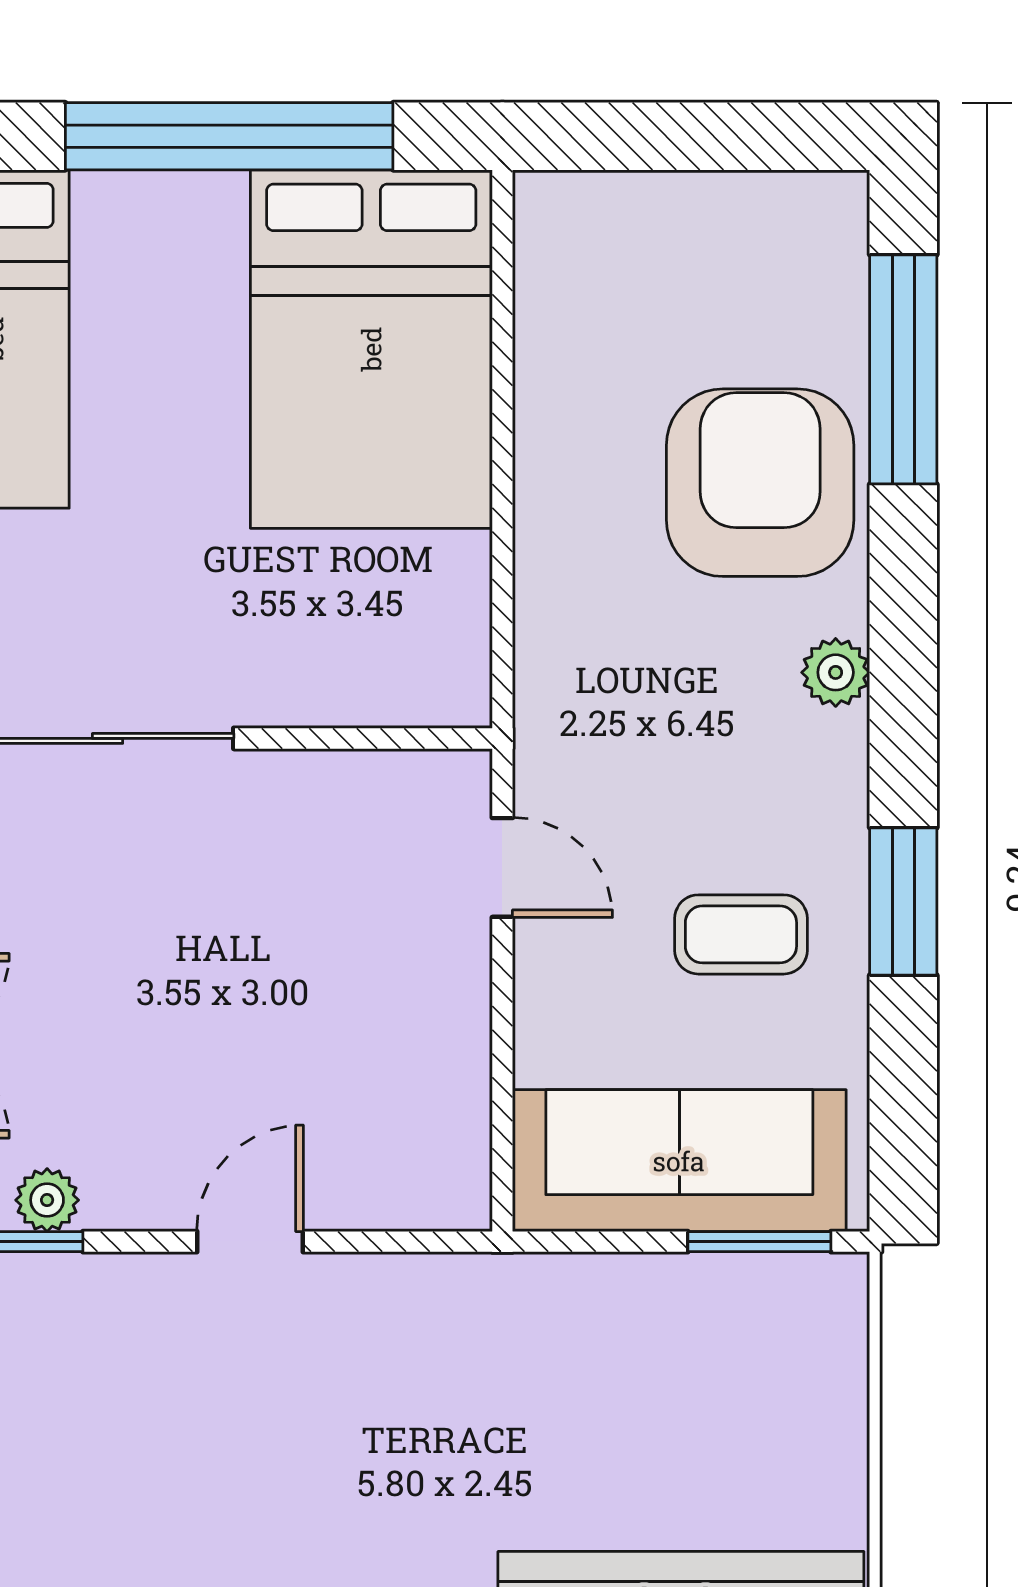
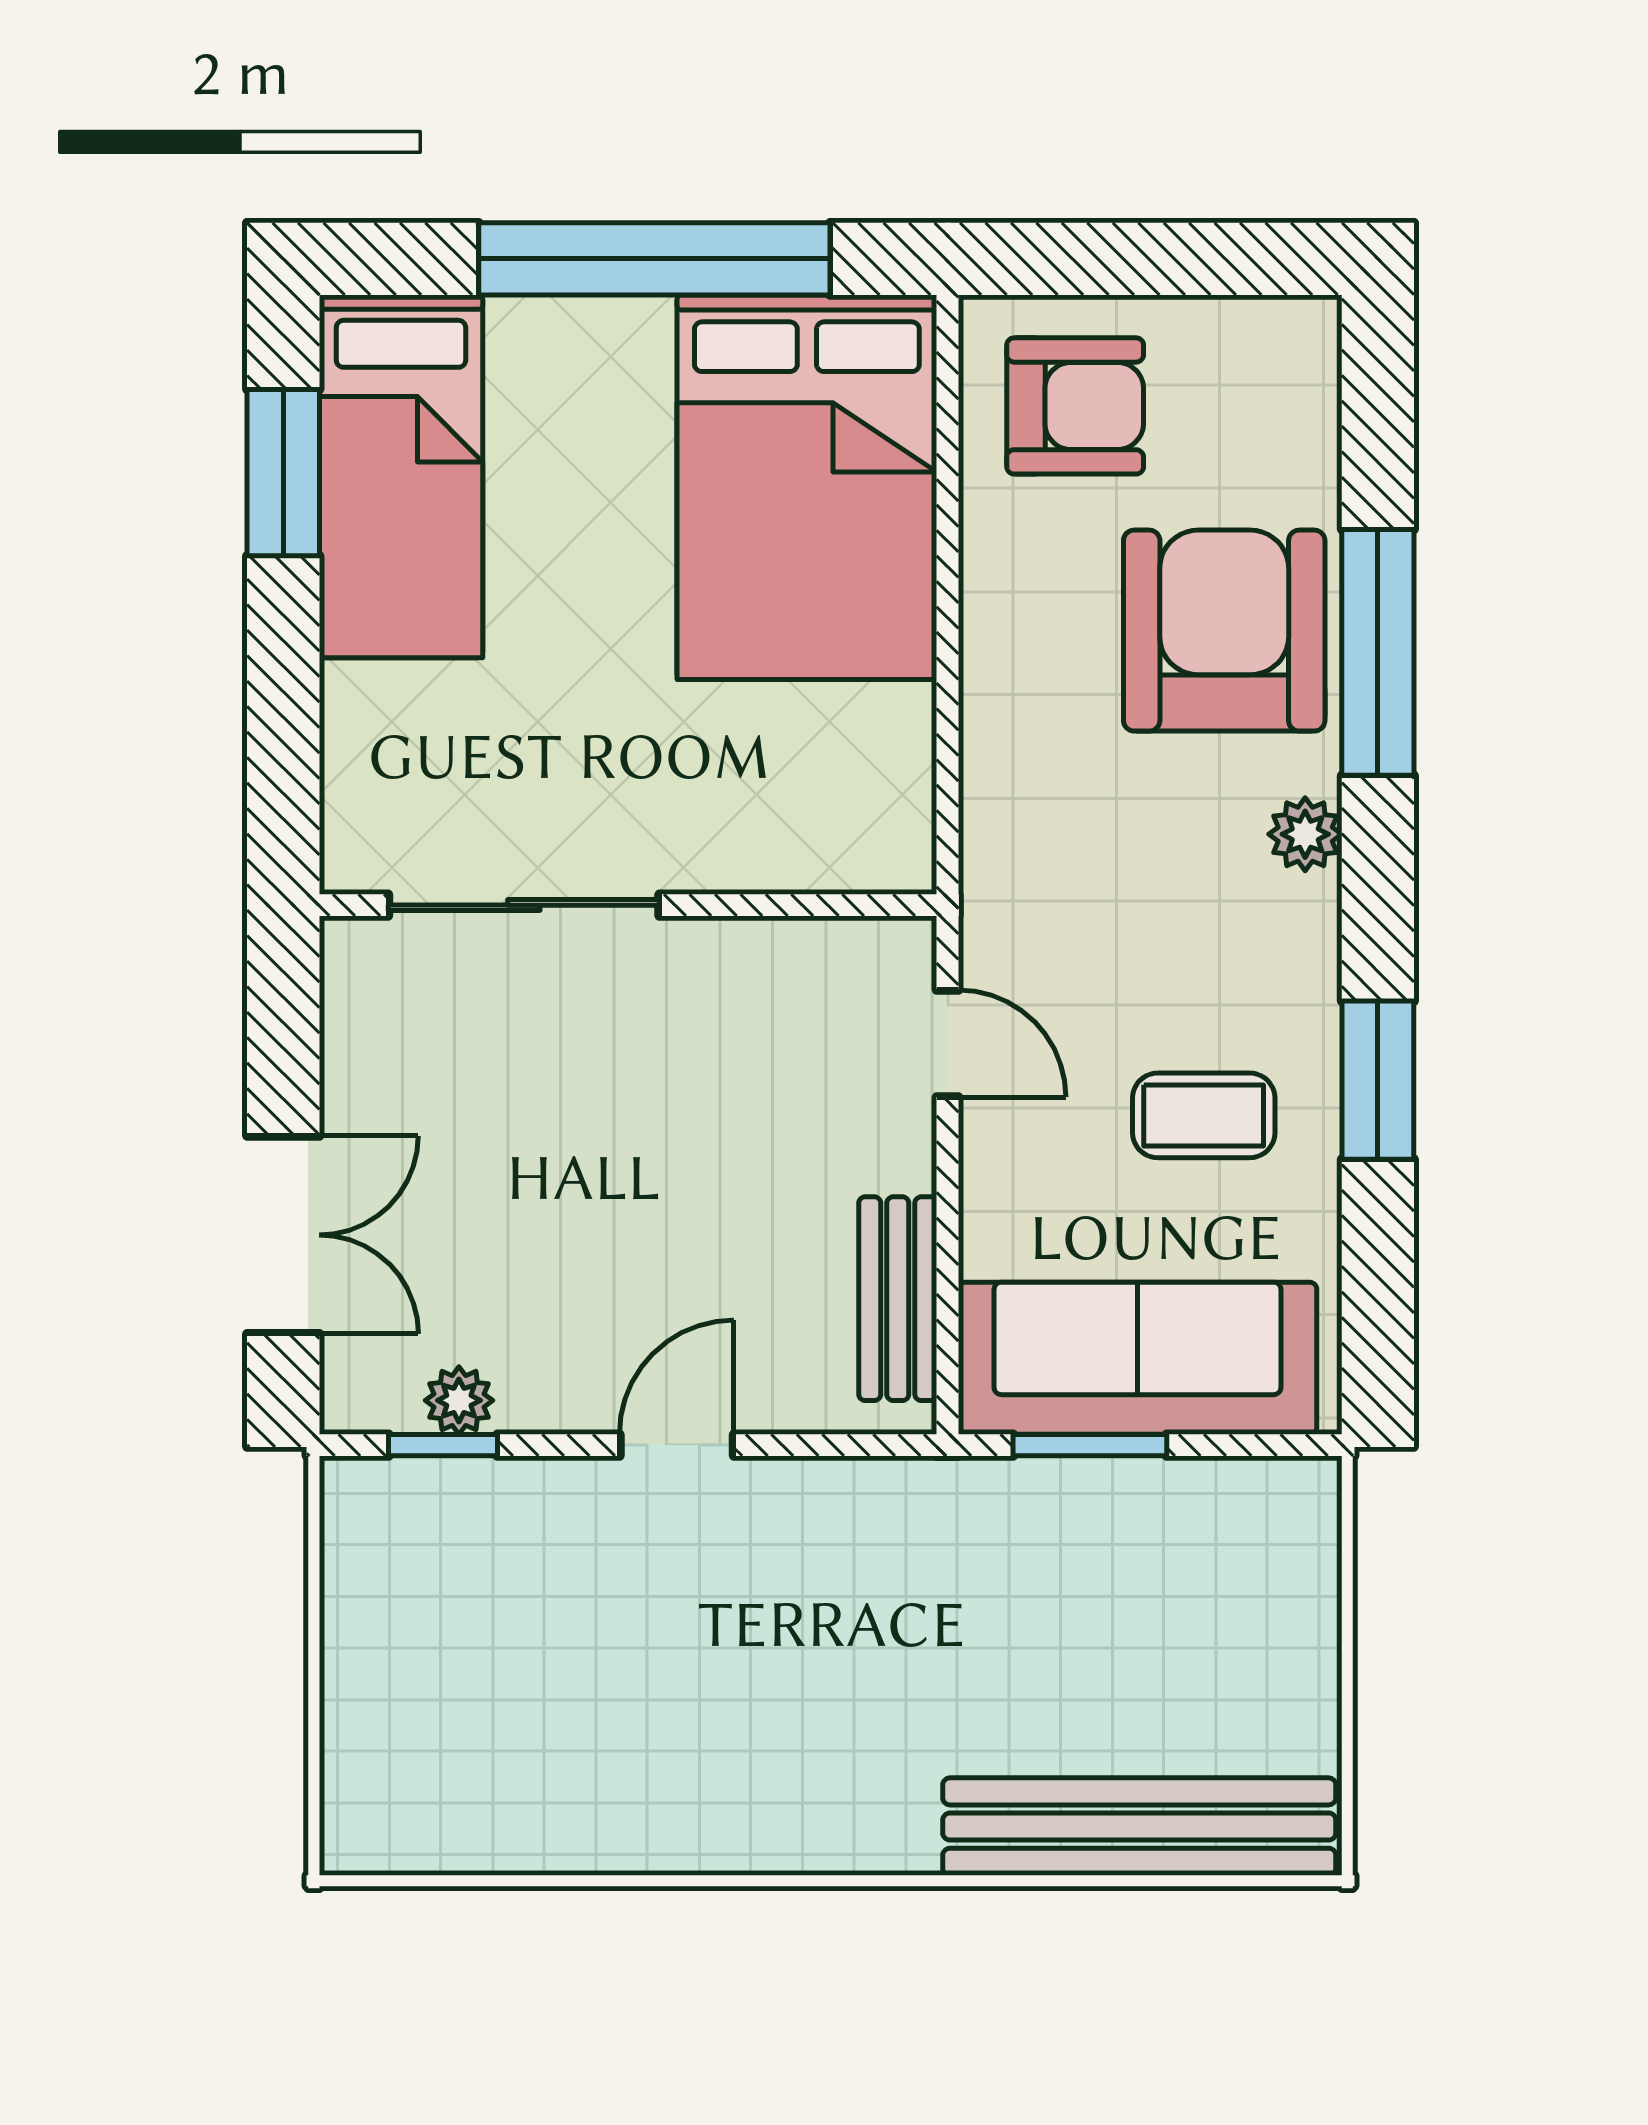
armchair: (621, 273) -> (1075, 406), added
window: (903, 369) -> (1378, 652), moved
bench: (456, 1105) -> (898, 1299), added
window: (759, 1242) -> (1090, 1445), moved

